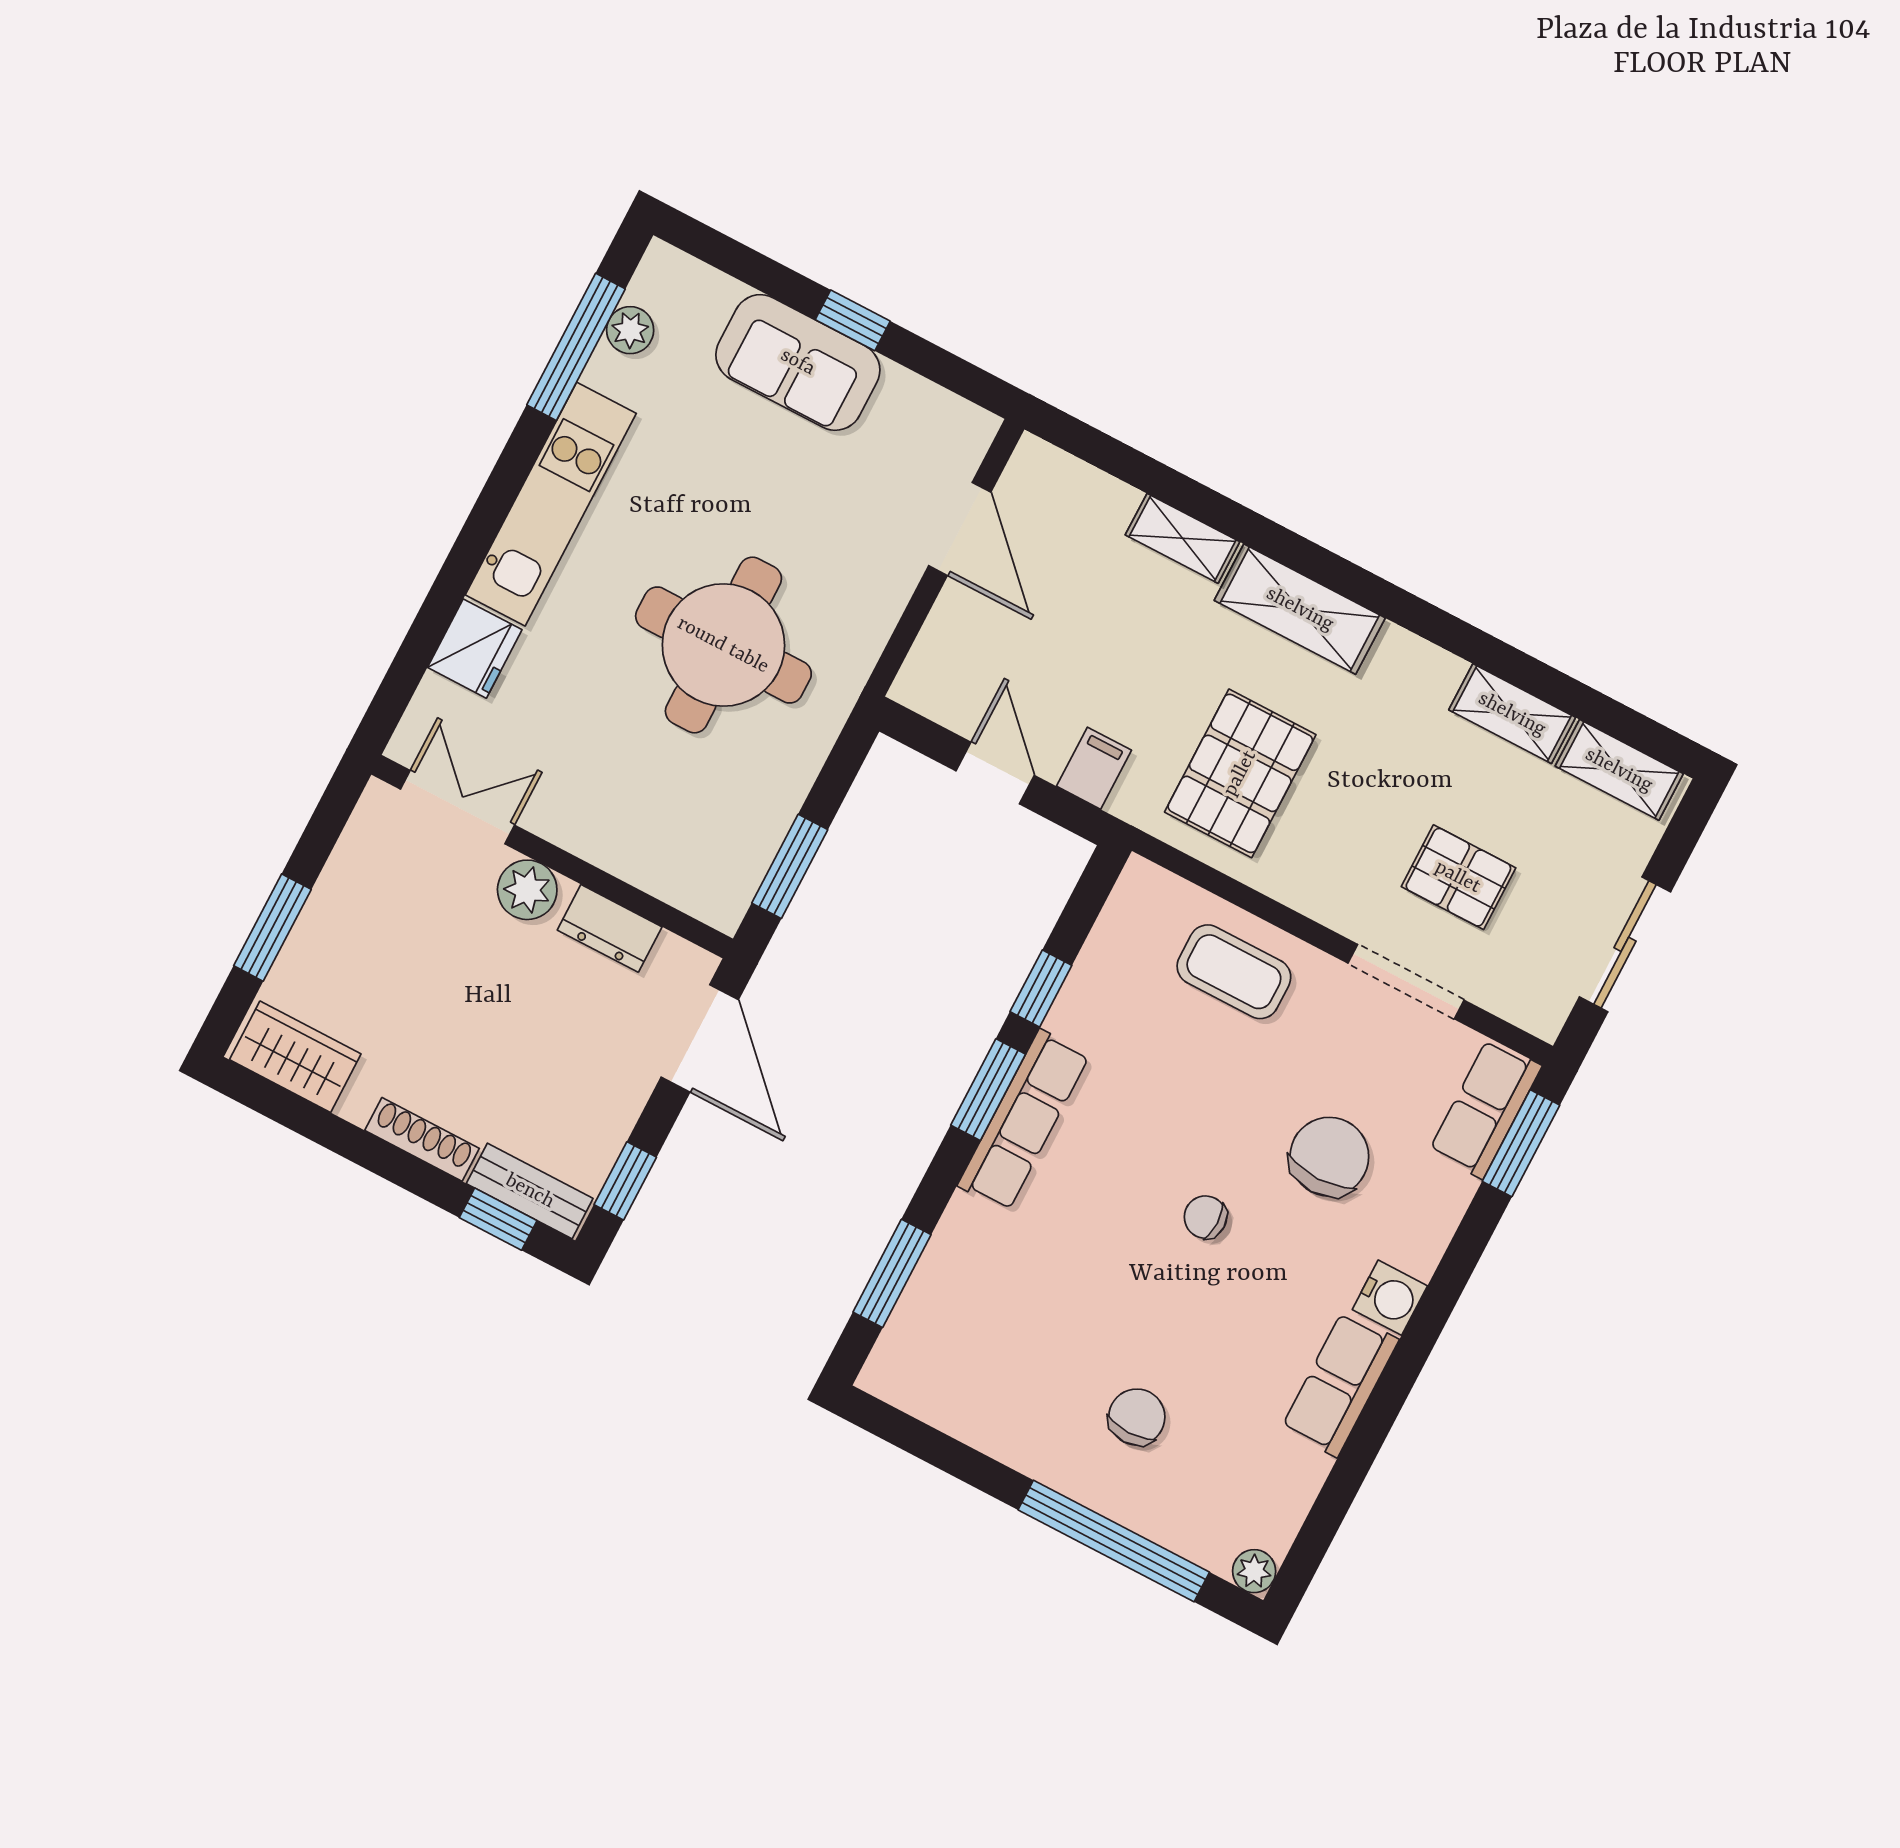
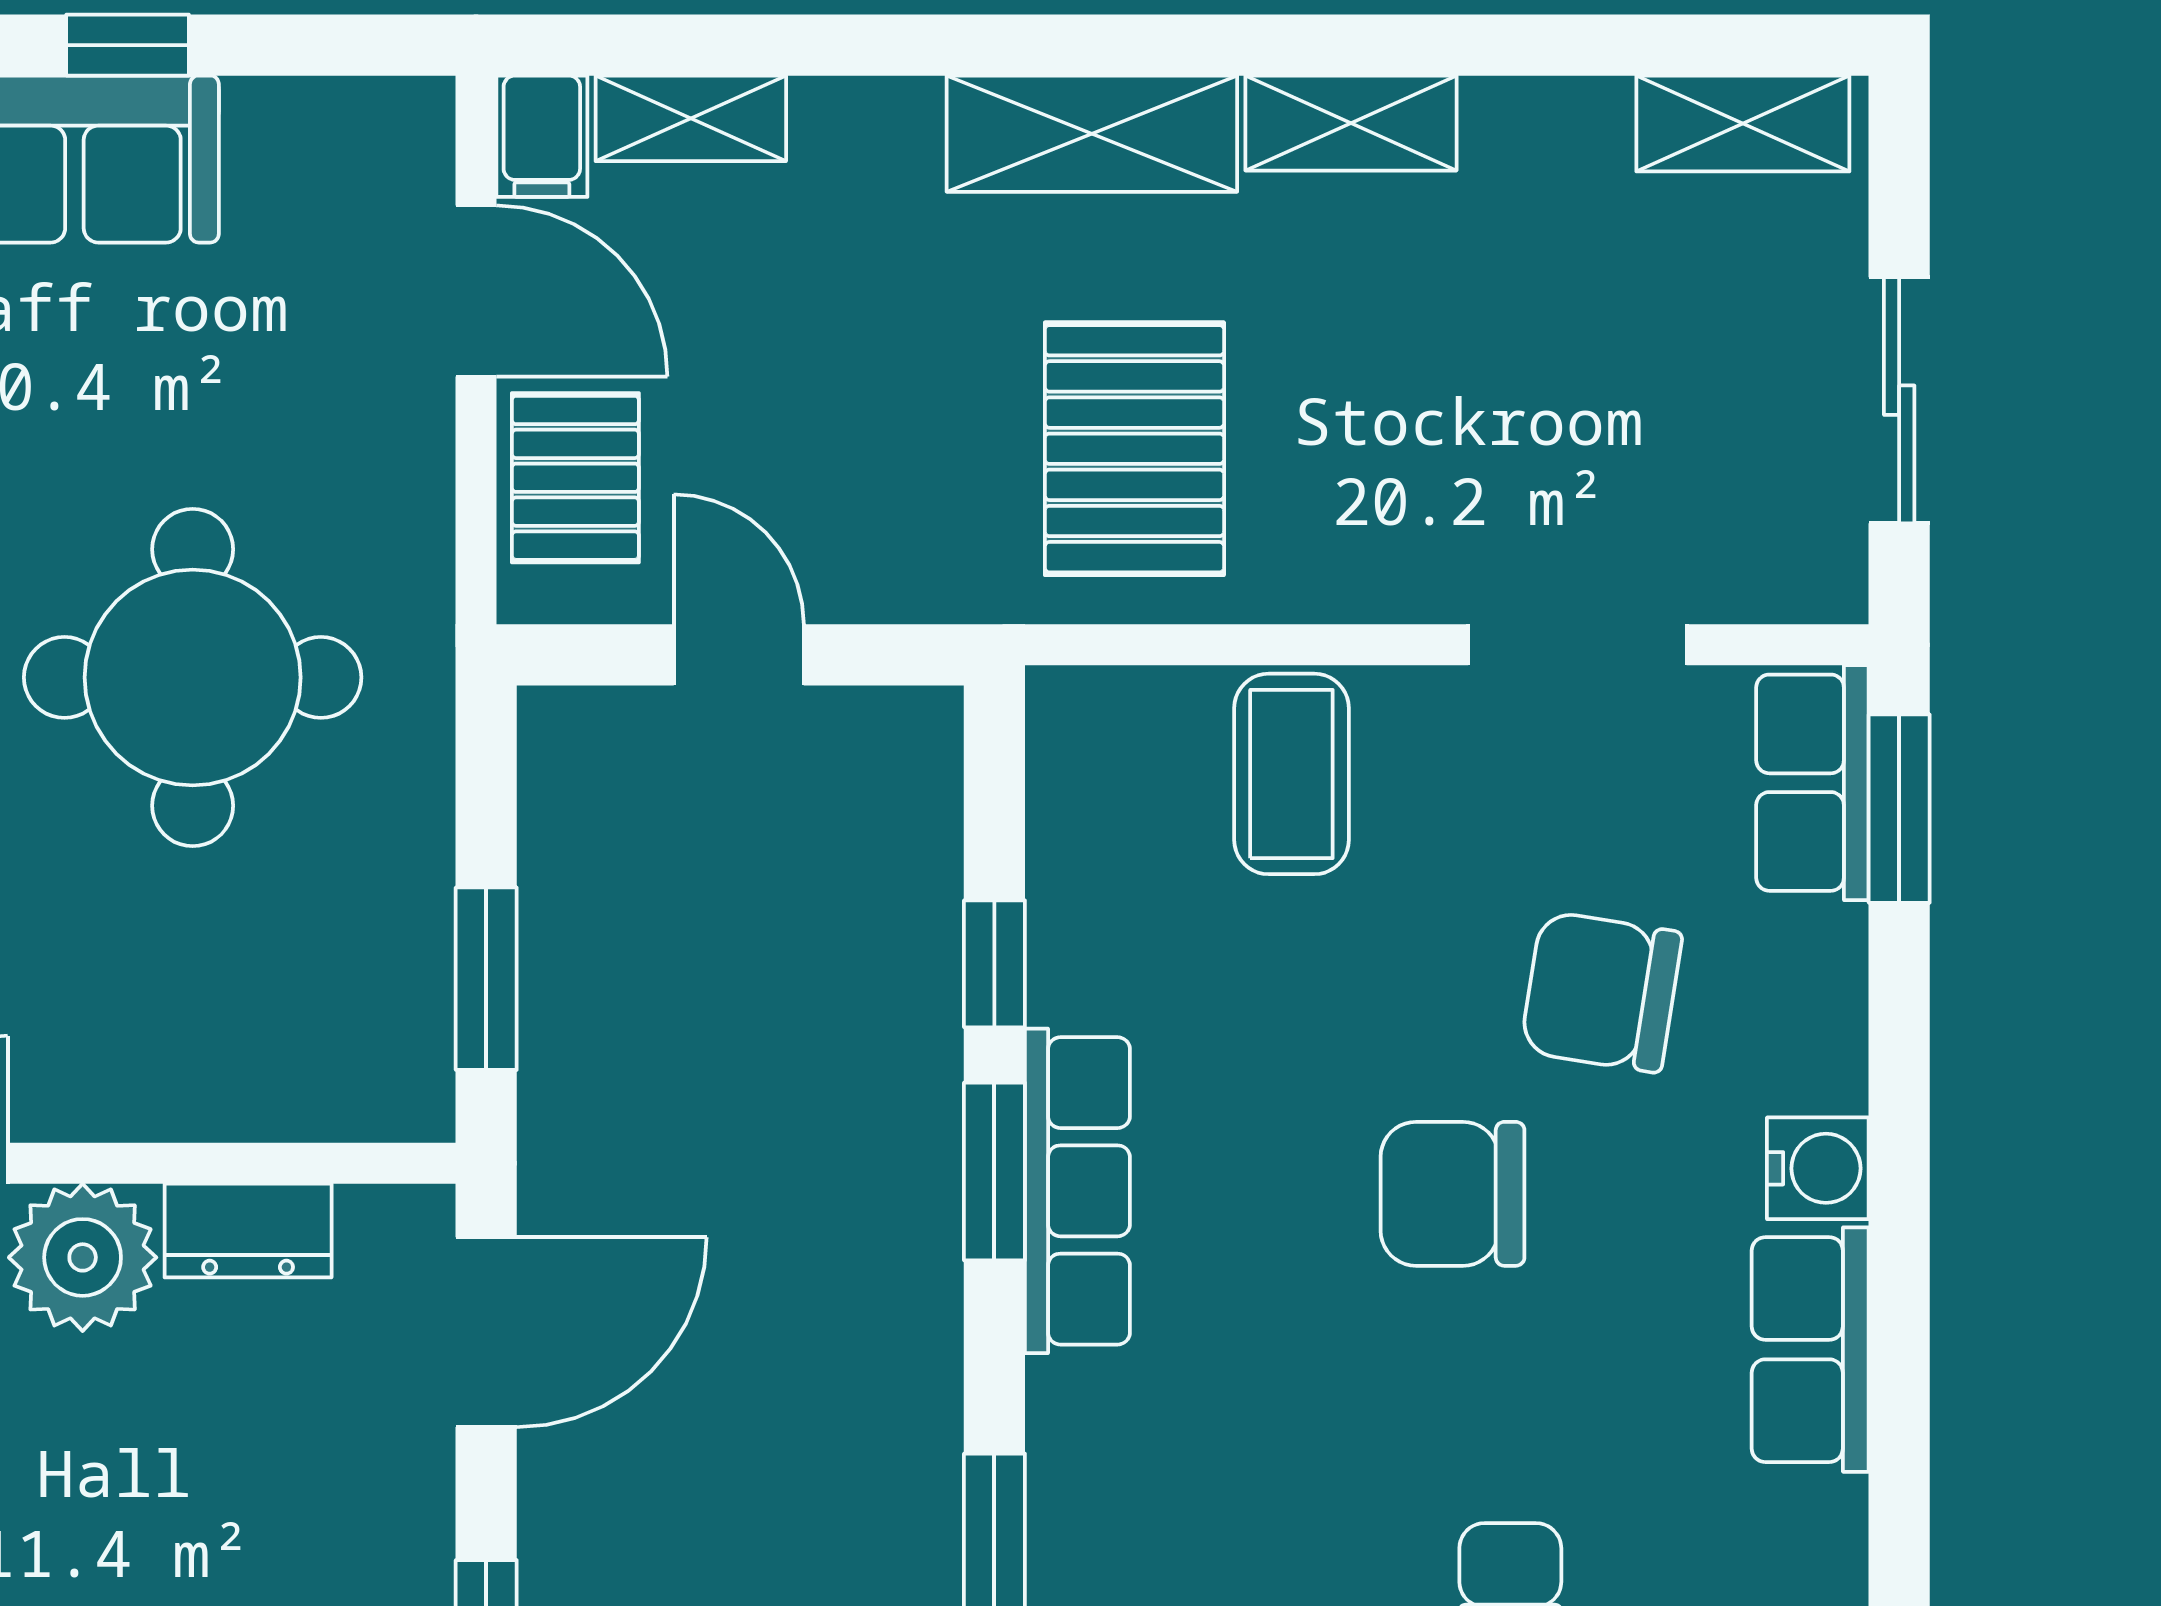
shelving: (1183, 538) -> (691, 118), moved
shelving: (1512, 714) -> (1351, 123), moved
filing cabinet: (1094, 768) -> (542, 136), moved, turned 180
pallet: (1458, 877) -> (575, 478), moved, turned 90
plant: (527, 890) -> (83, 1257), width x1.36, depth x1.36
coffee table: (1234, 972) -> (1291, 774), turned 90
door: (700, 1038) -> (486, 1332), hinge flipped
chair: (1329, 1157) -> (1601, 992), turned -81
chair: (1205, 1217) -> (1453, 1194), width x1.87, depth x1.87

